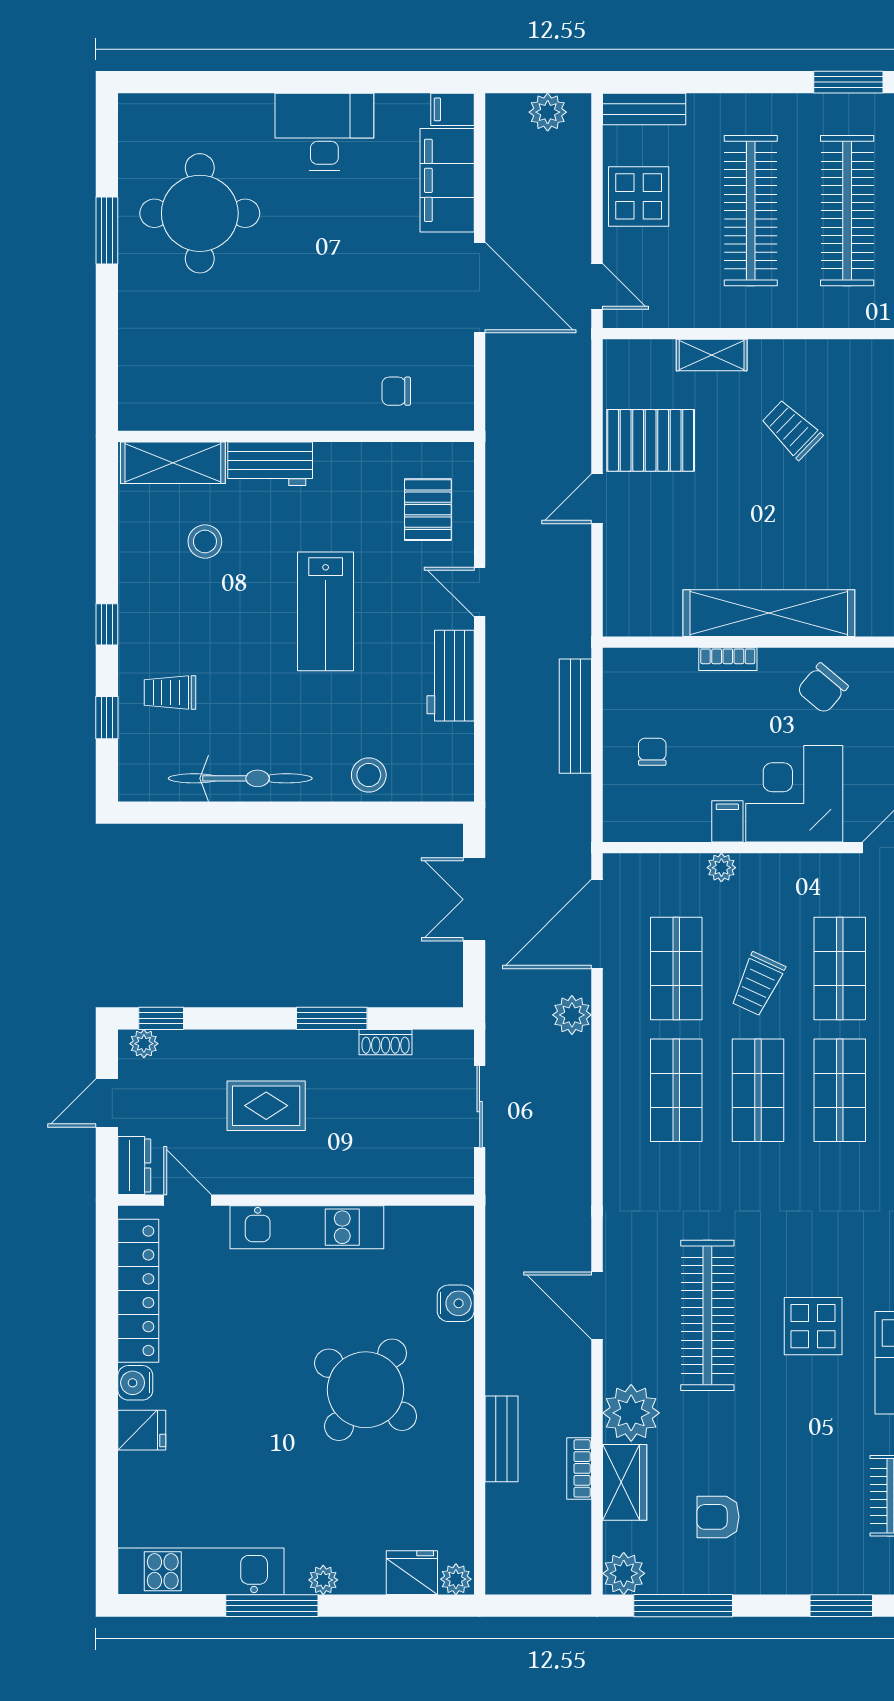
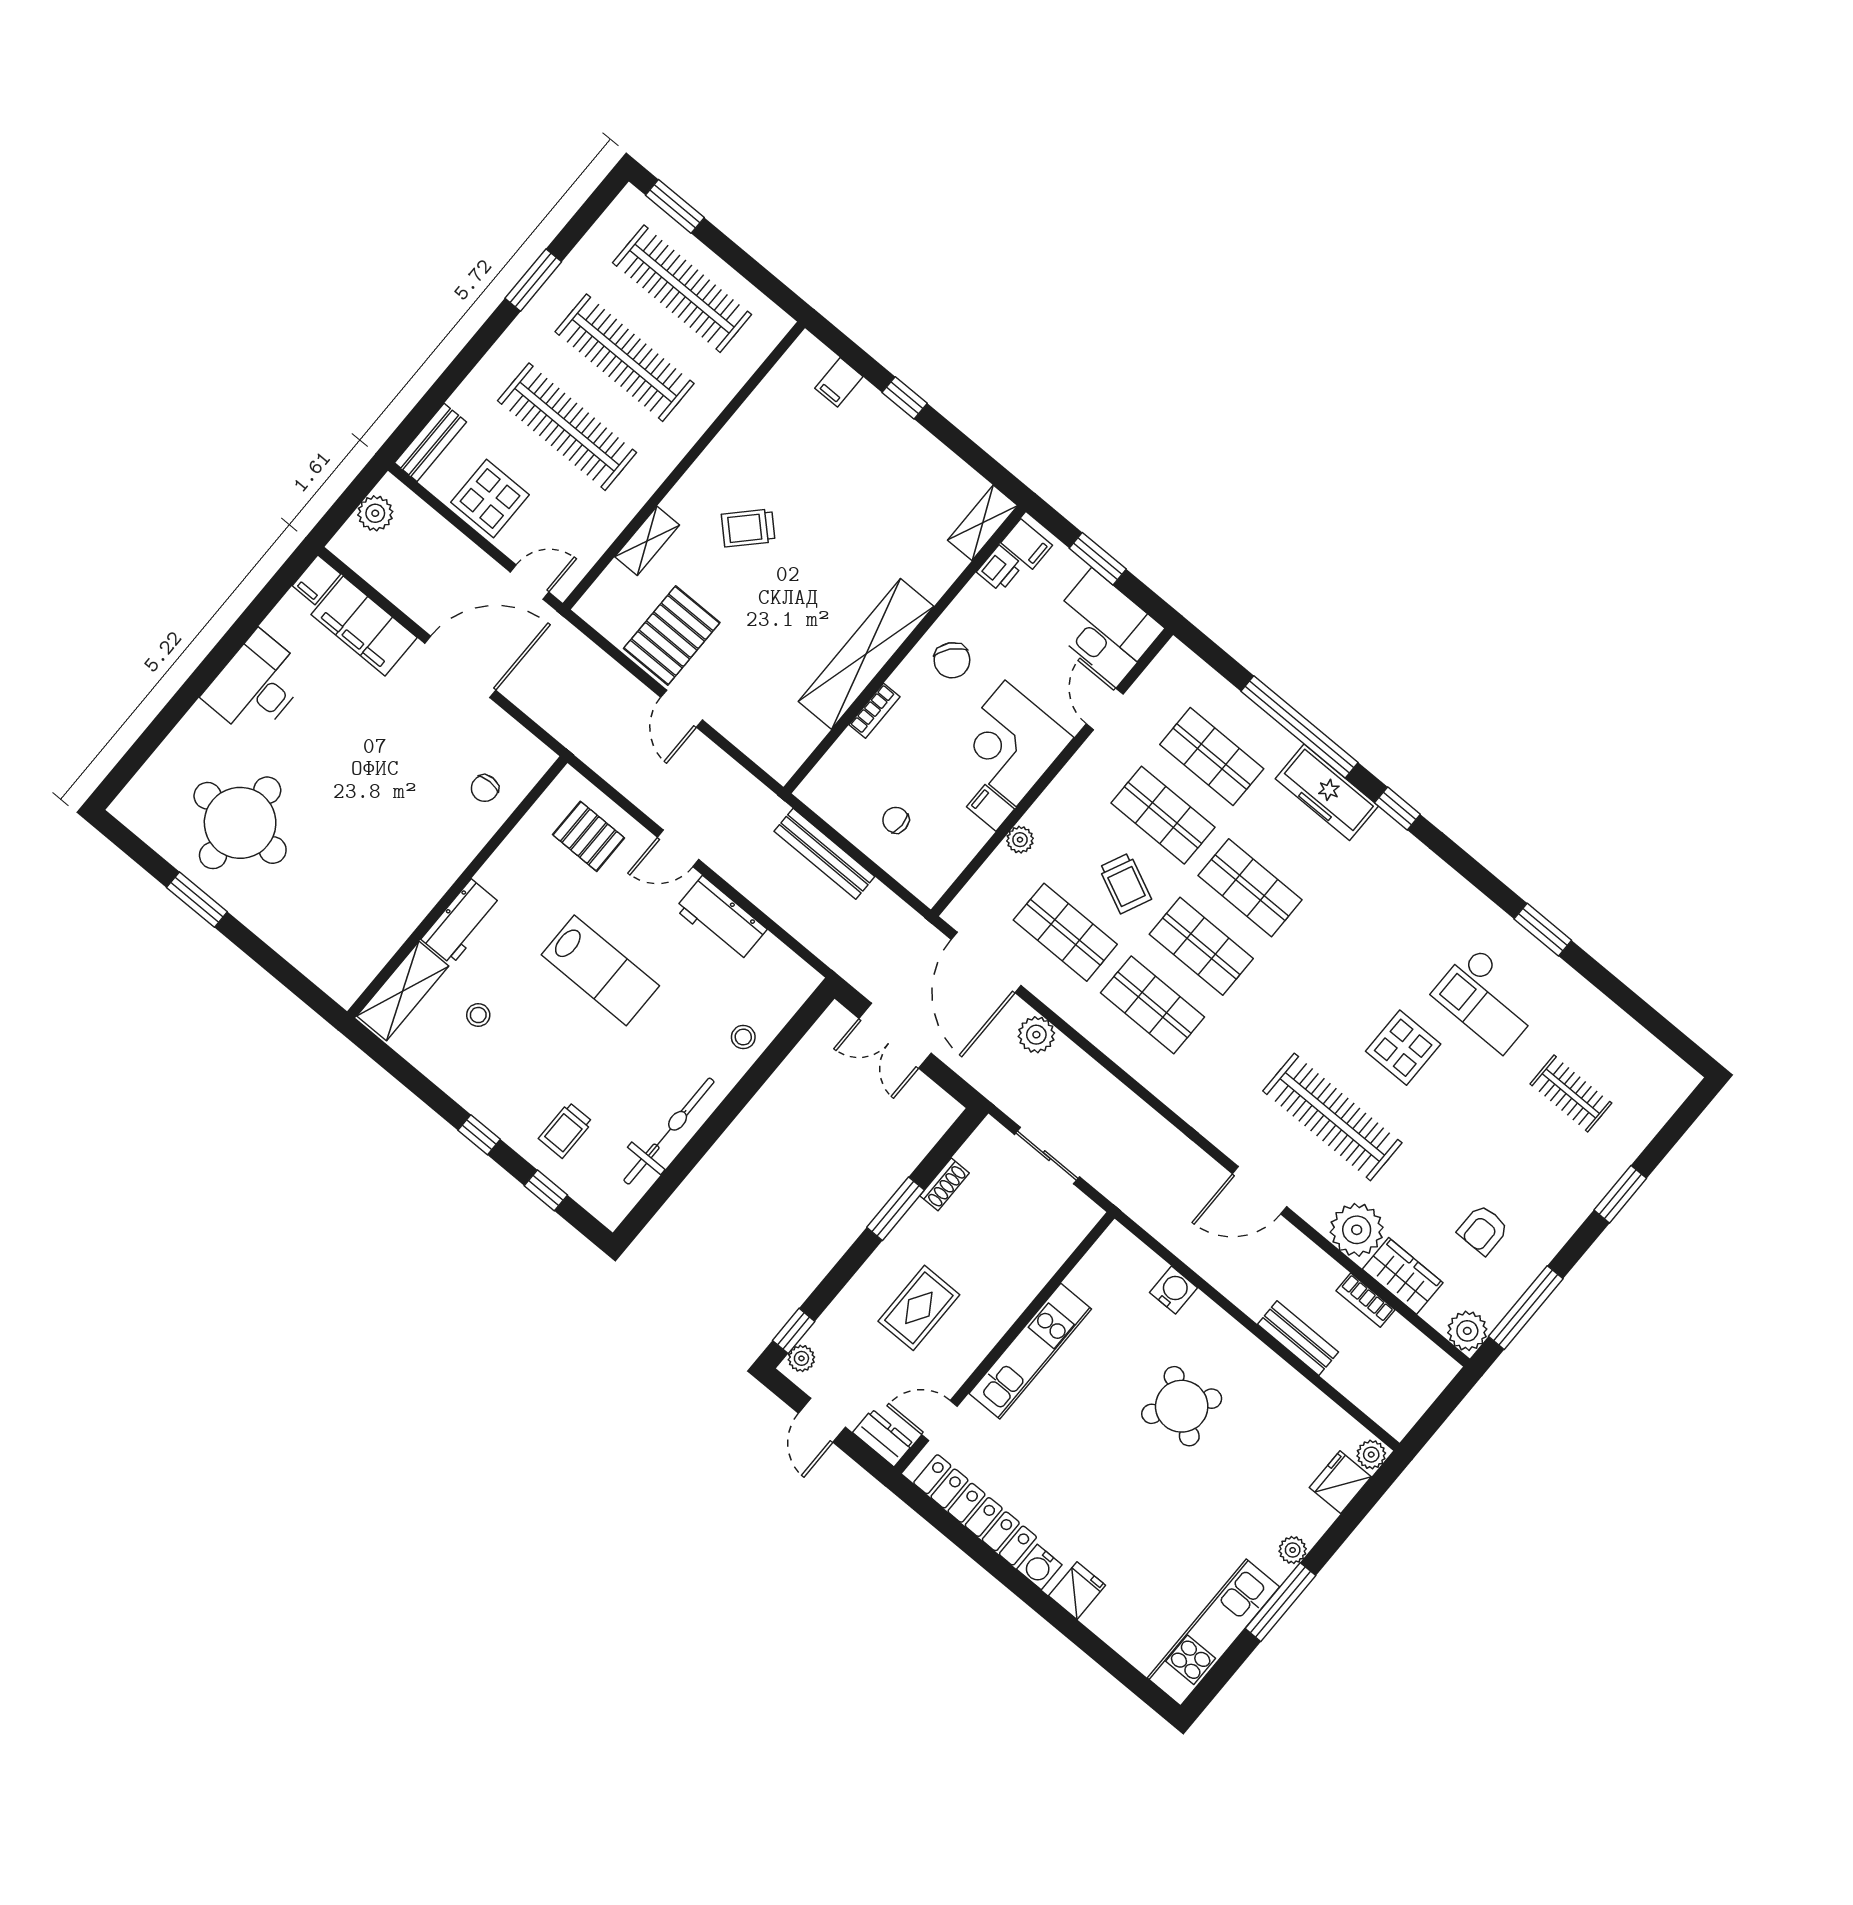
stool: (205, 541) -> (478, 1015), width x0.73, depth x0.73
stool: (369, 775) -> (743, 1037), width x0.73, depth x0.73
round table: (366, 1390) -> (1182, 1406), width x0.73, depth x0.73

